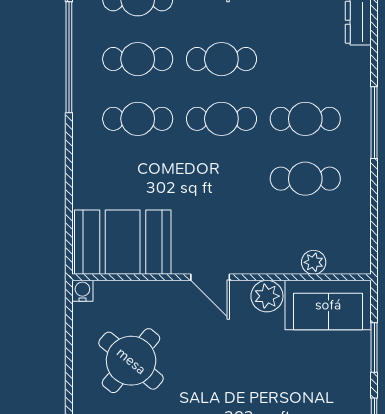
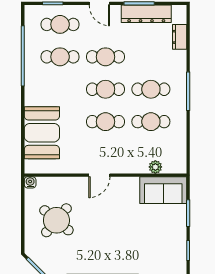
cafe table: (138, 119) -> (105, 122), moved
booth: (123, 242) -> (42, 133), moved, turned 90
door: (210, 277) -> (99, 175), hinge flipped
plant: (267, 296) -> (130, 185), removed

